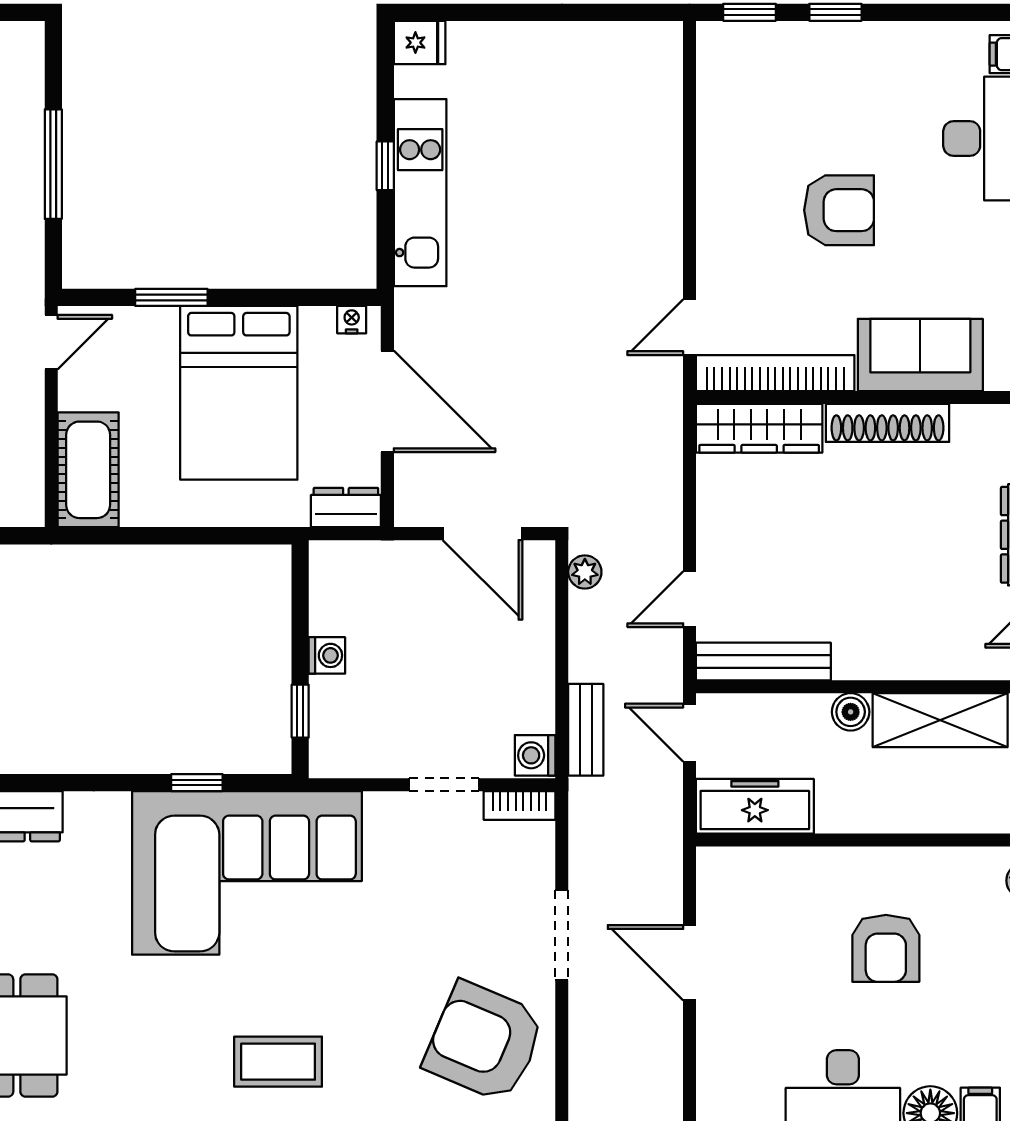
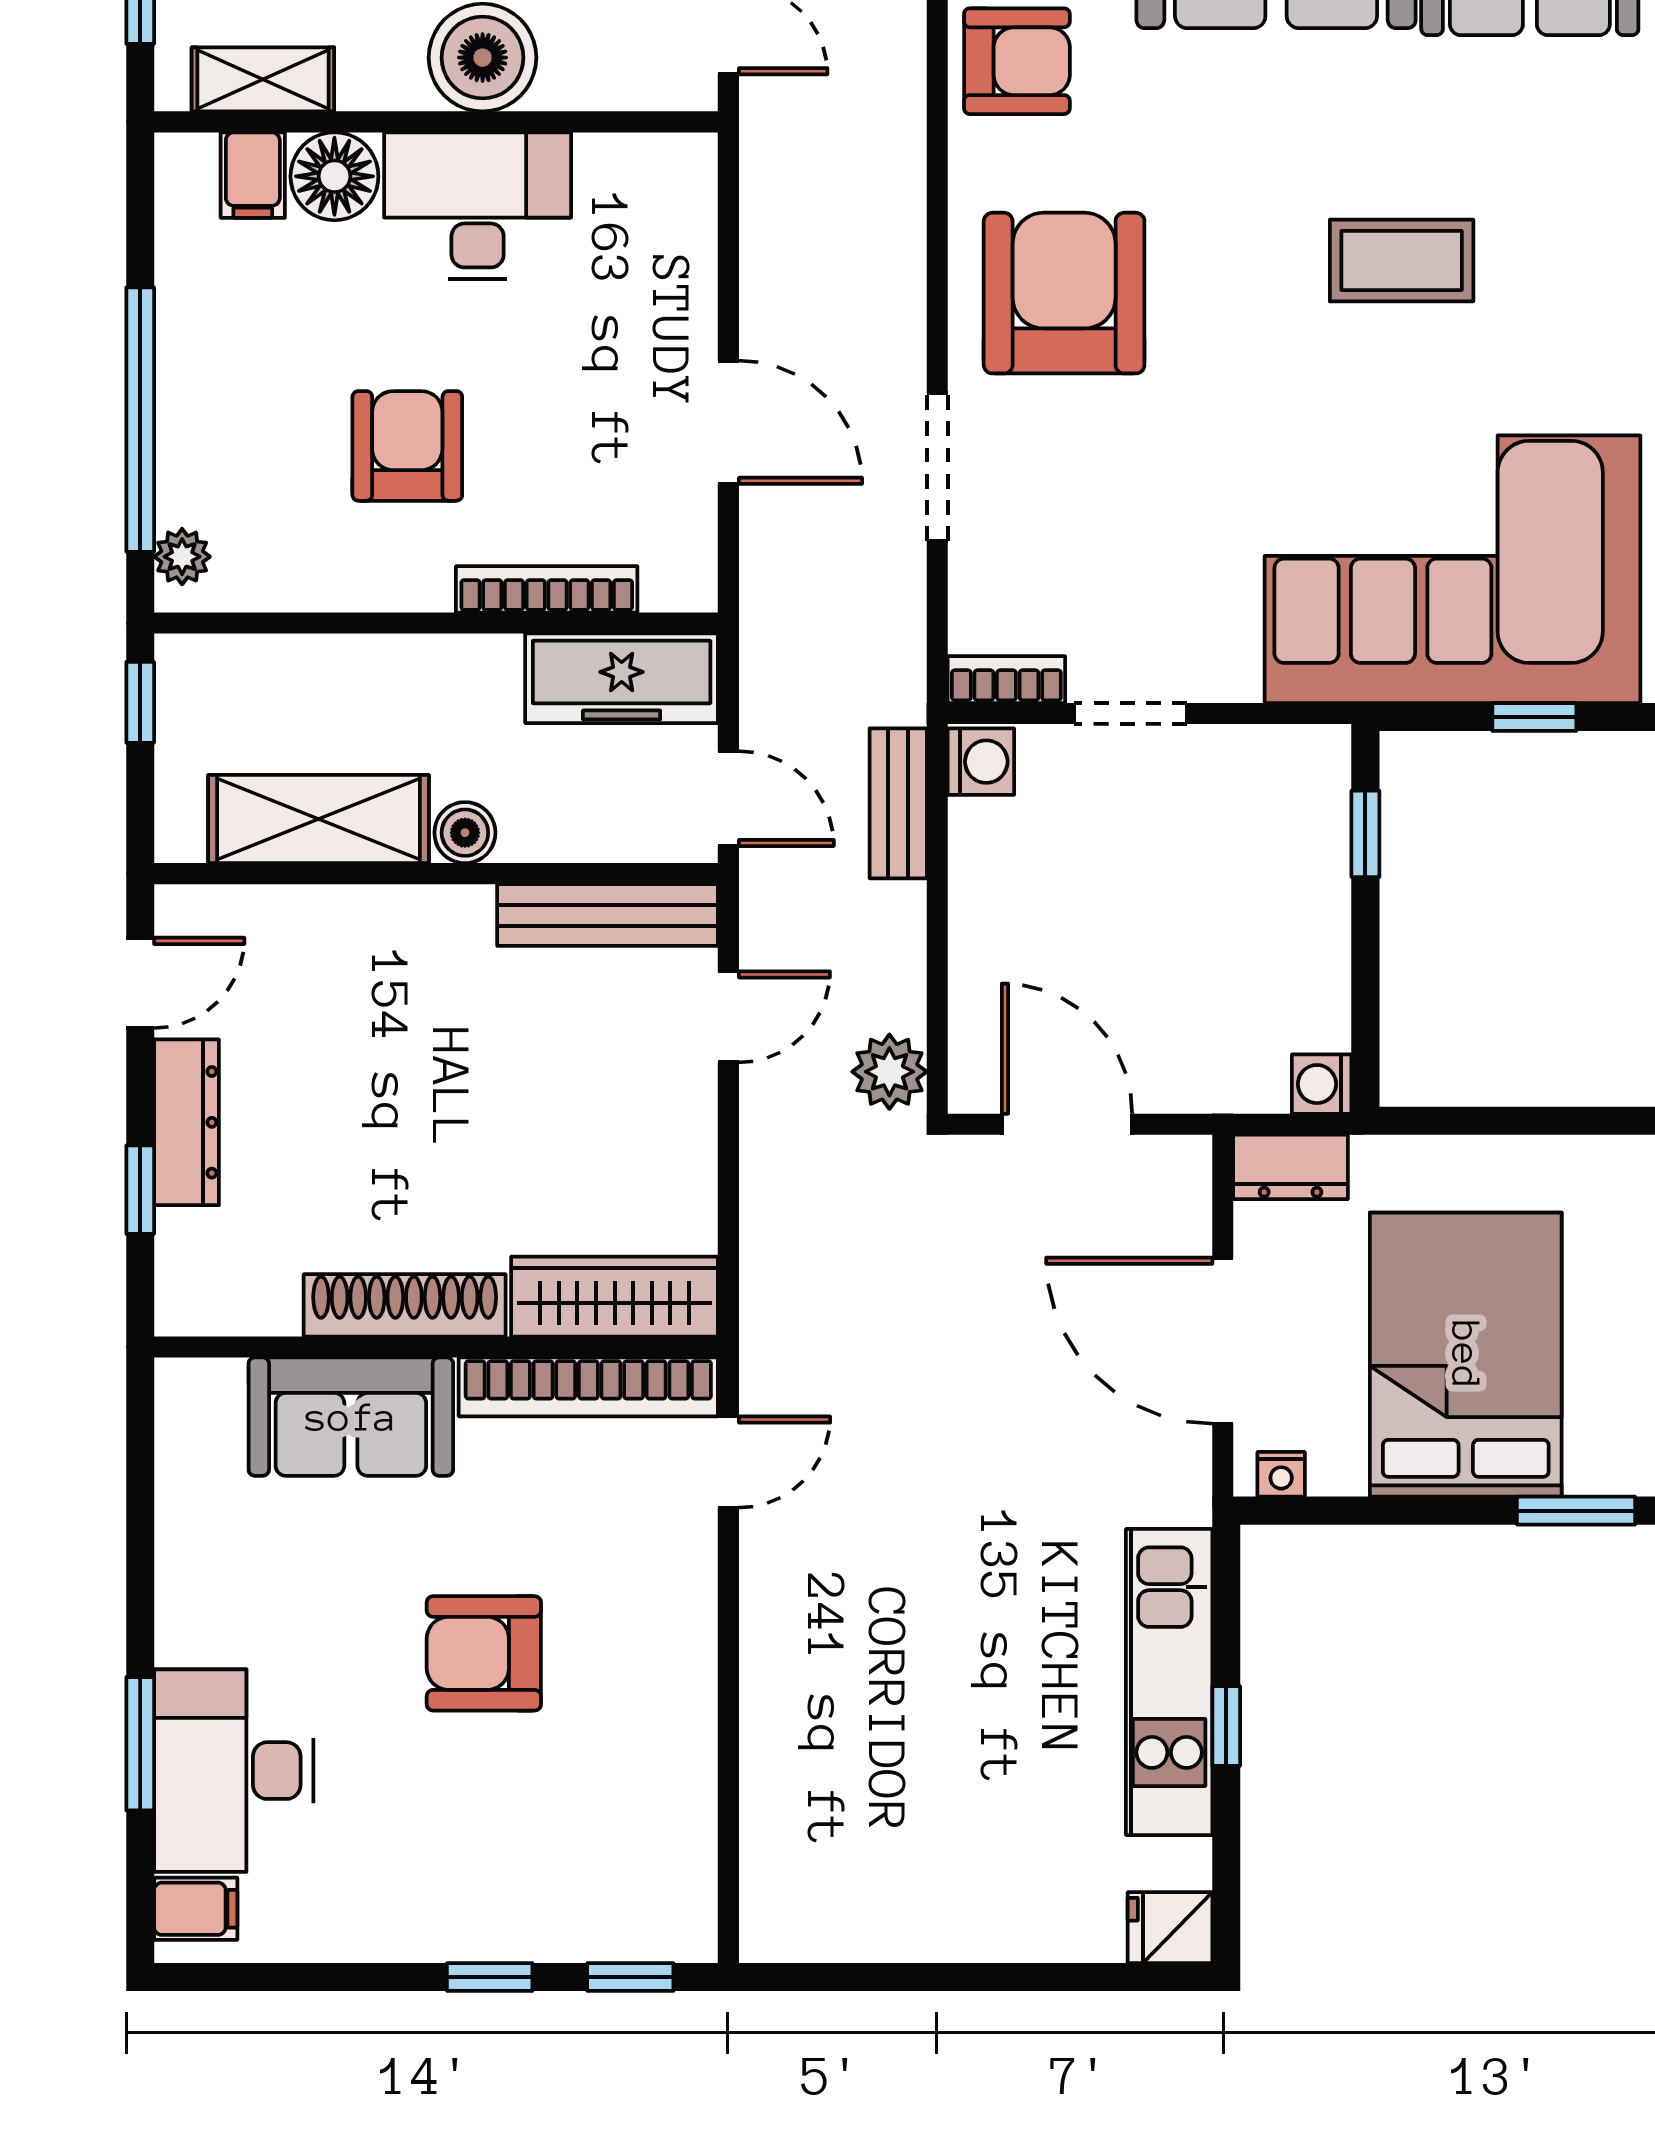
plant: (585, 572) -> (889, 1072), width x1.38, depth x1.38
washing machine: (327, 655) -> (1322, 1084), moved
bookcase: (801, 861) -> (547, 589), added
armchair: (484, 1042) -> (1064, 293), turned -113

